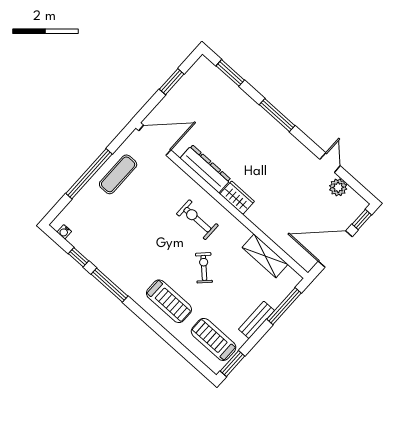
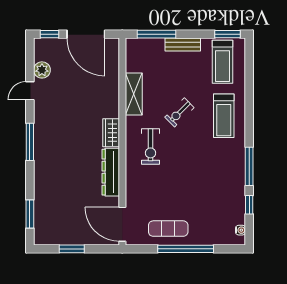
window: (277, 115) -> (30, 142), moved
shelving: (265, 256) -> (134, 94), moved
treadmill: (169, 301) -> (224, 116), turned 180

